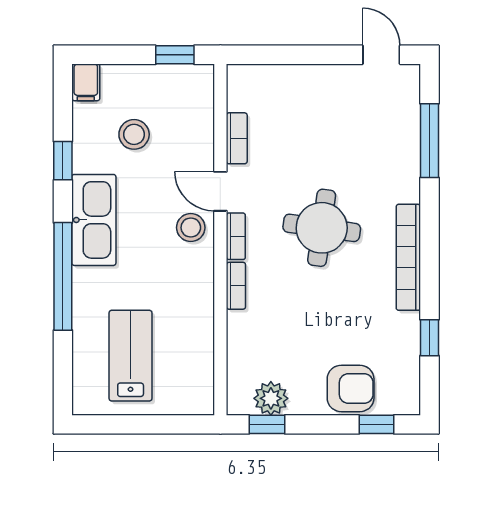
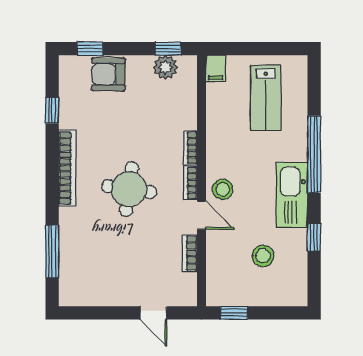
door: (381, 55) -> (153, 313), moved
filing cabinet: (86, 82) -> (216, 68), moved, turned 180

